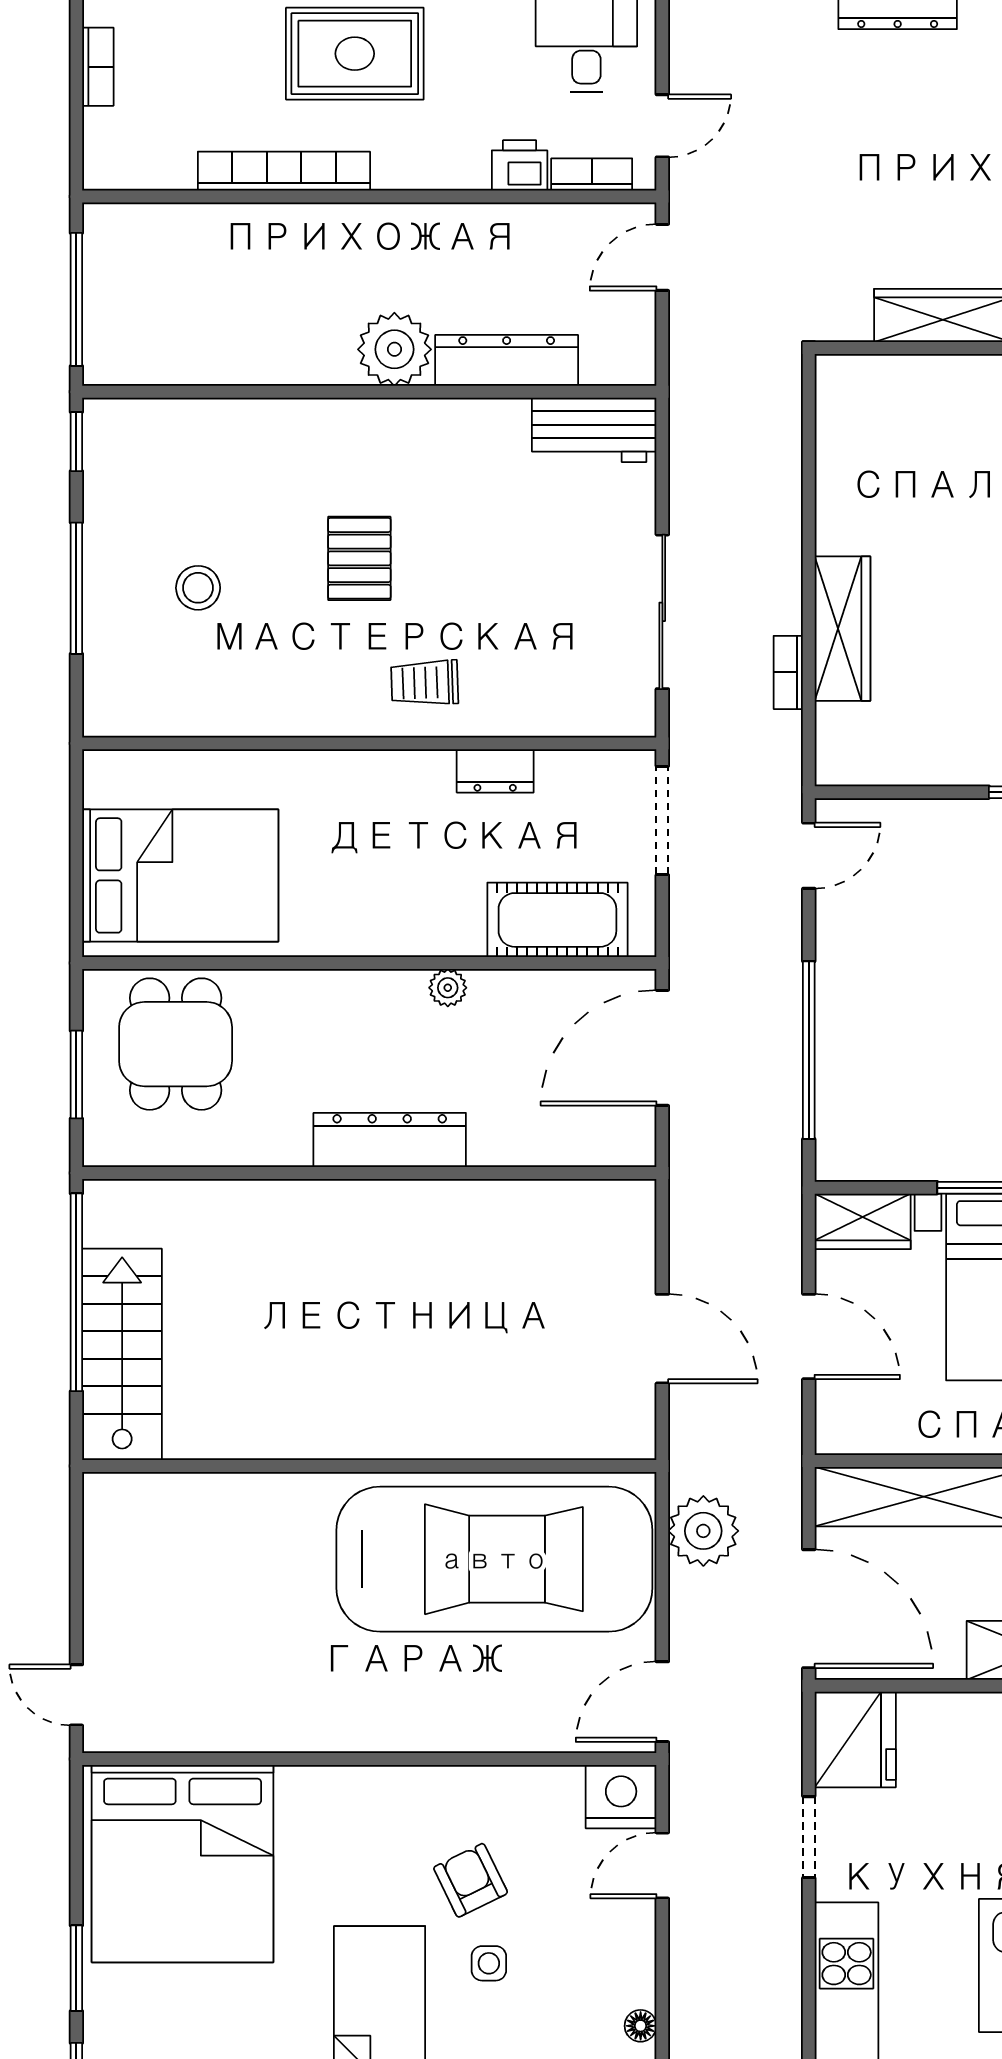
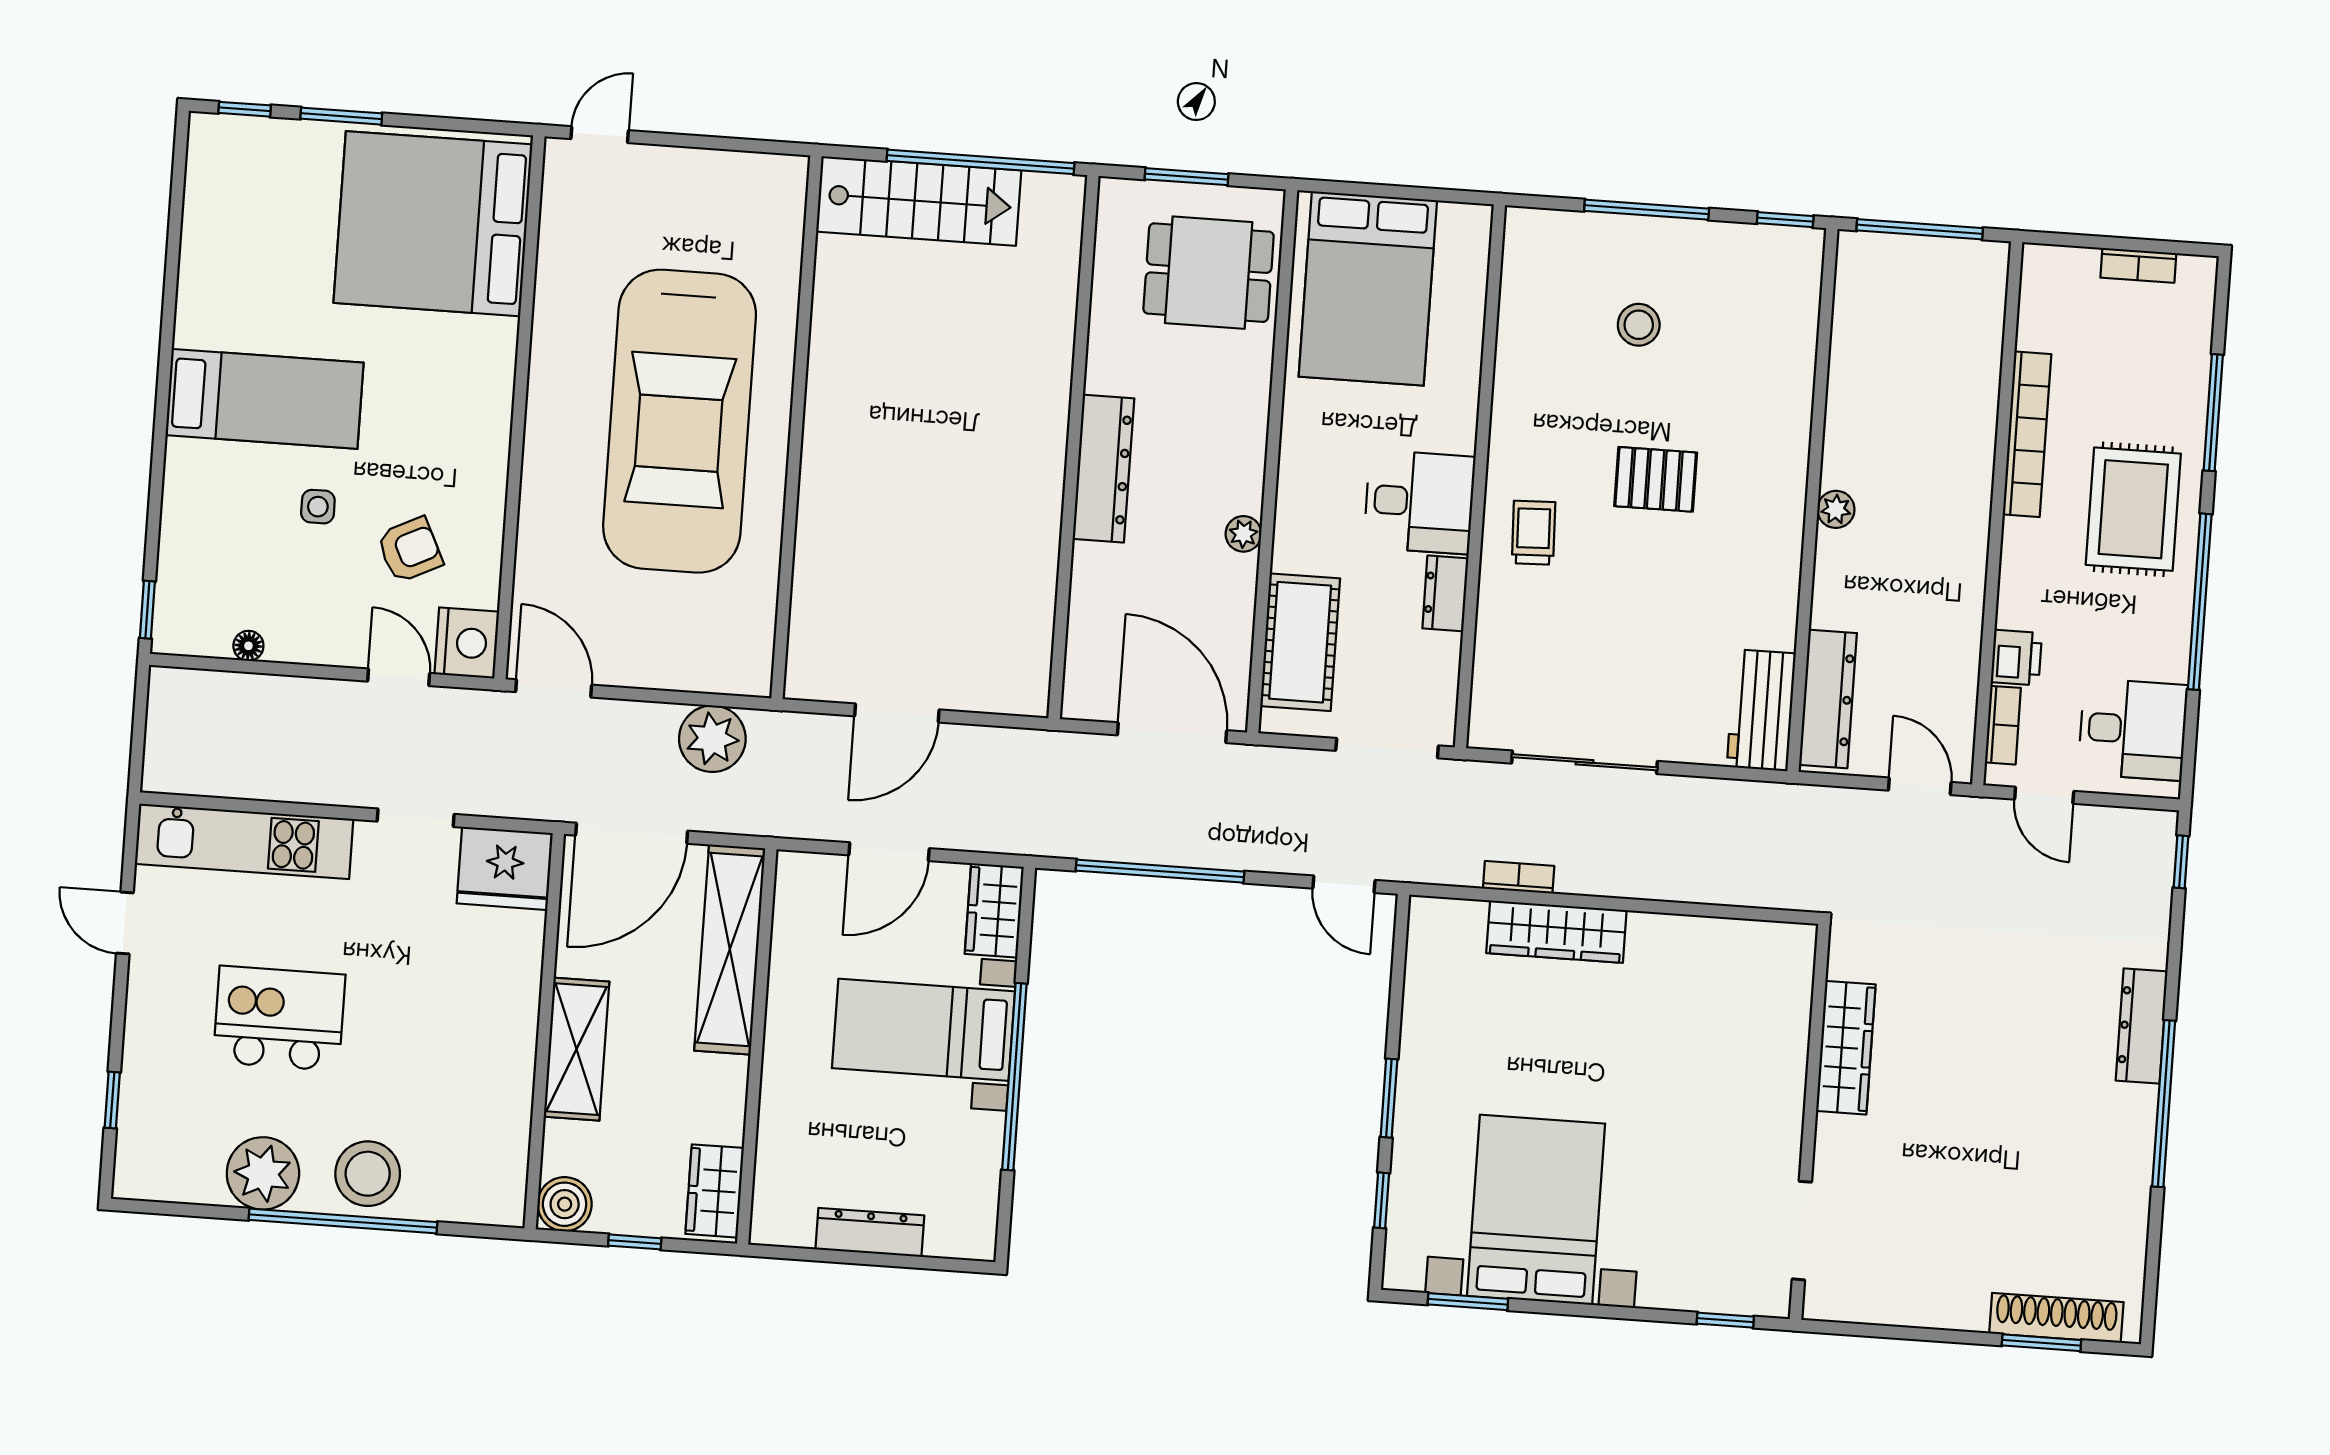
plant: (394, 349) -> (1836, 509), width x0.53, depth x0.53
dresser: (507, 360) -> (1828, 699), moved
desk: (401, 805) -> (1419, 502), added
car: (494, 1559) -> (680, 421), moved
armchair: (471, 1880) -> (410, 550), moved

